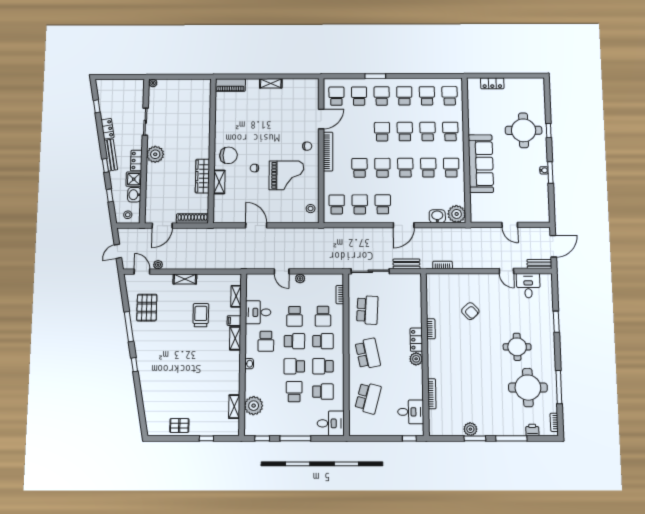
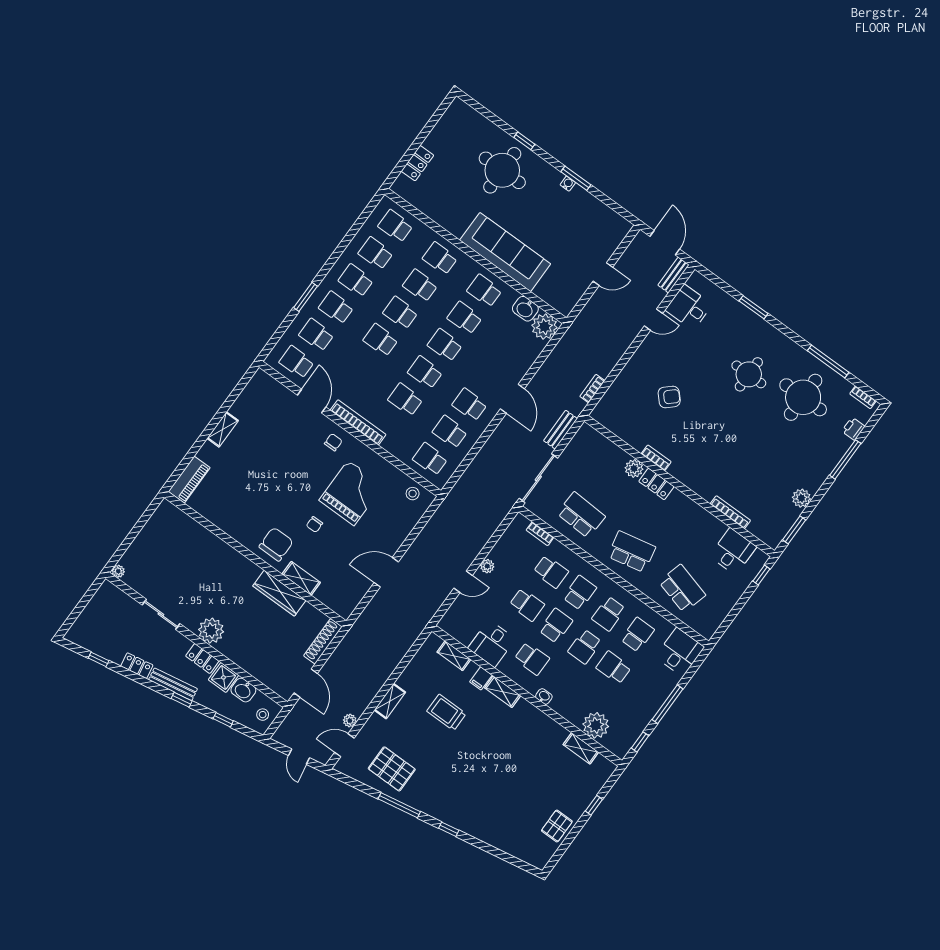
washbasin: (437, 216) -> (525, 309), moved, turned -90
plant: (416, 359) -> (634, 468), moved
window: (475, 438) -> (794, 530), moved

